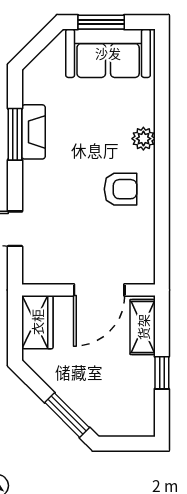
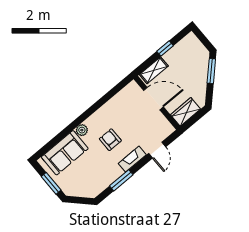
sofa: (108, 53) -> (65, 153), moved, turned 90
fireplace: (33, 132) -> (132, 159), moved
armchair: (121, 189) -> (110, 140), moved

